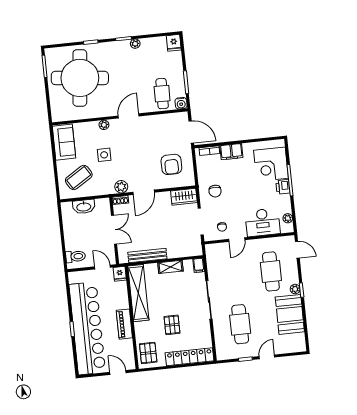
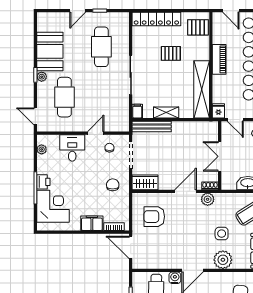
water cooler: (181, 103) -> (175, 278), moved
plant: (104, 125) -> (223, 260), width x1.87, depth x1.87
armchair: (171, 164) -> (154, 217), turned -90
desk: (263, 222) -> (72, 148), width x0.73
bench: (147, 256) -> (152, 127), moved
pallet: (172, 325) -> (171, 53), turned 90
pallet: (148, 353) -> (198, 27), turned 90

